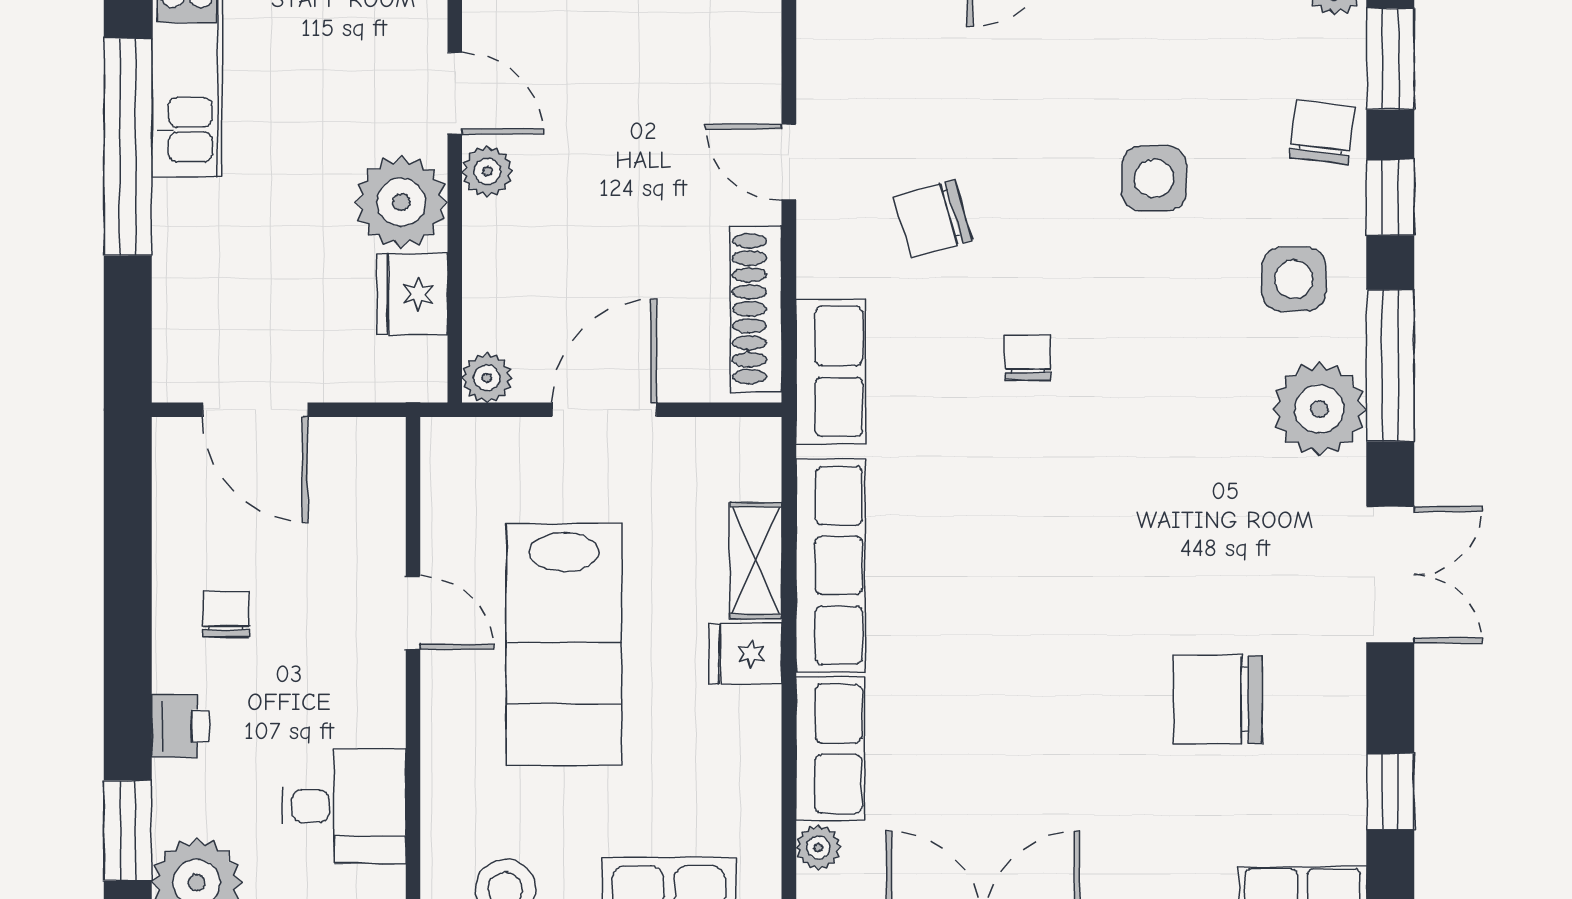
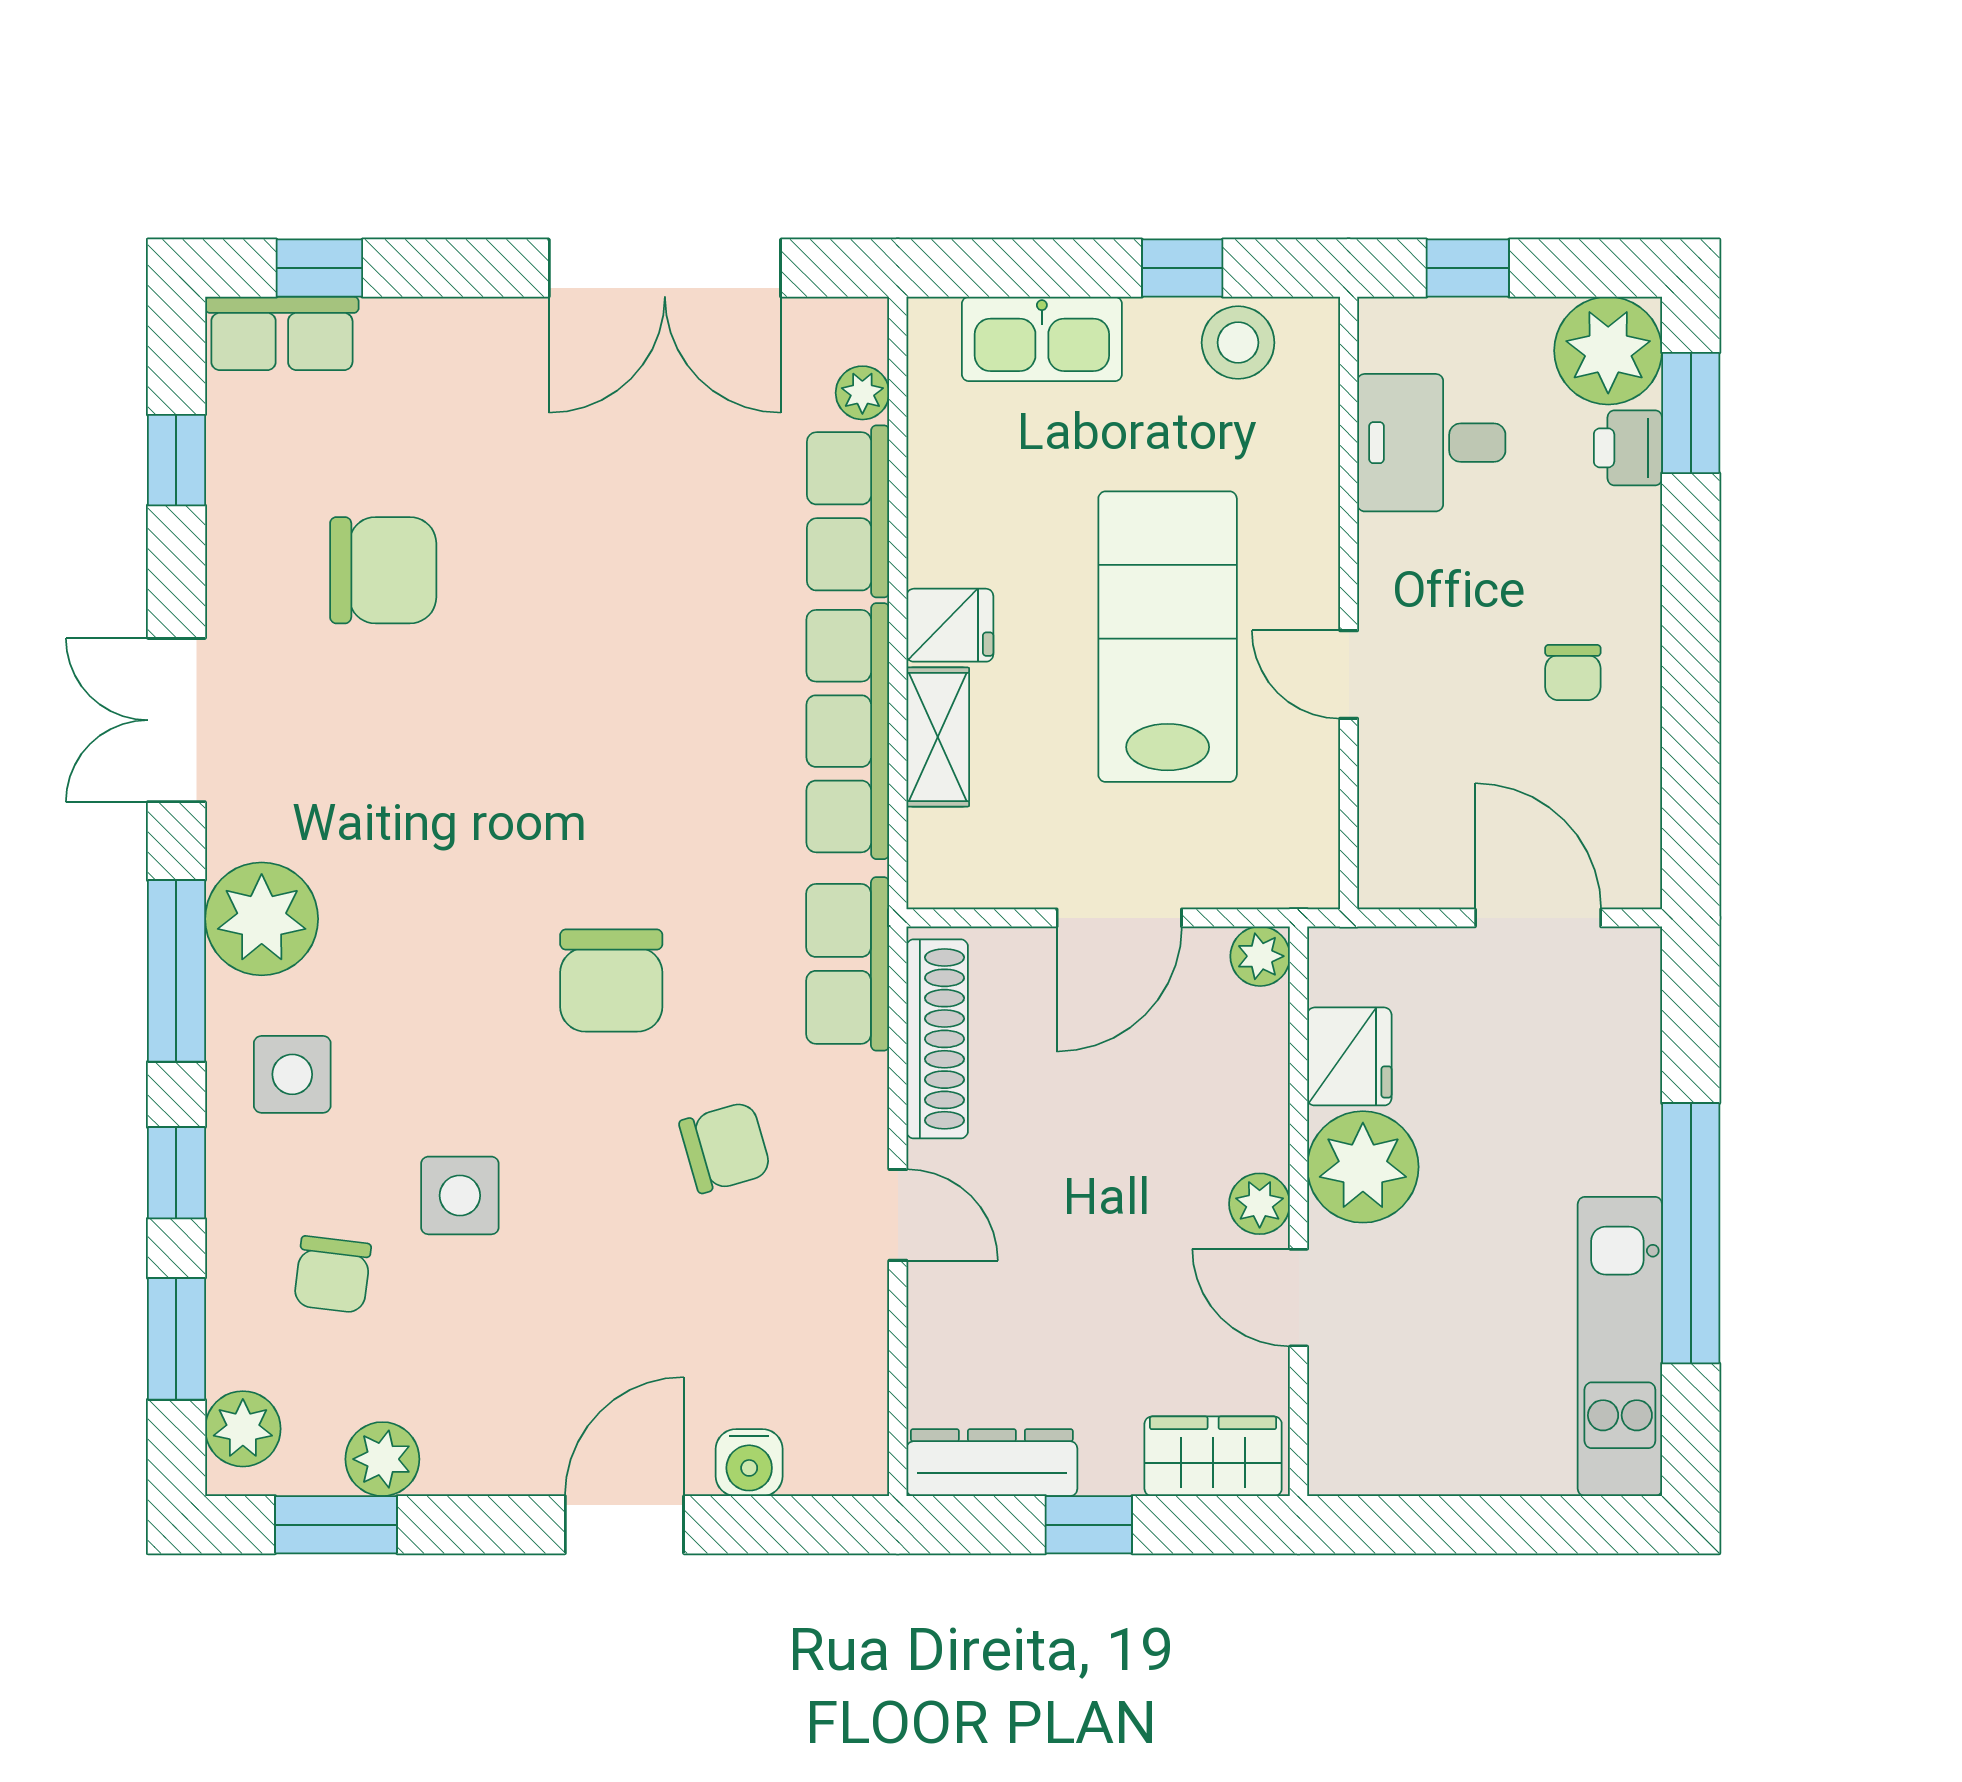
chair: (1322, 132) -> (332, 1275), moved
chair: (1028, 358) -> (611, 980), width x1.87, depth x1.87
printer: (180, 726) -> (1628, 448), moved

